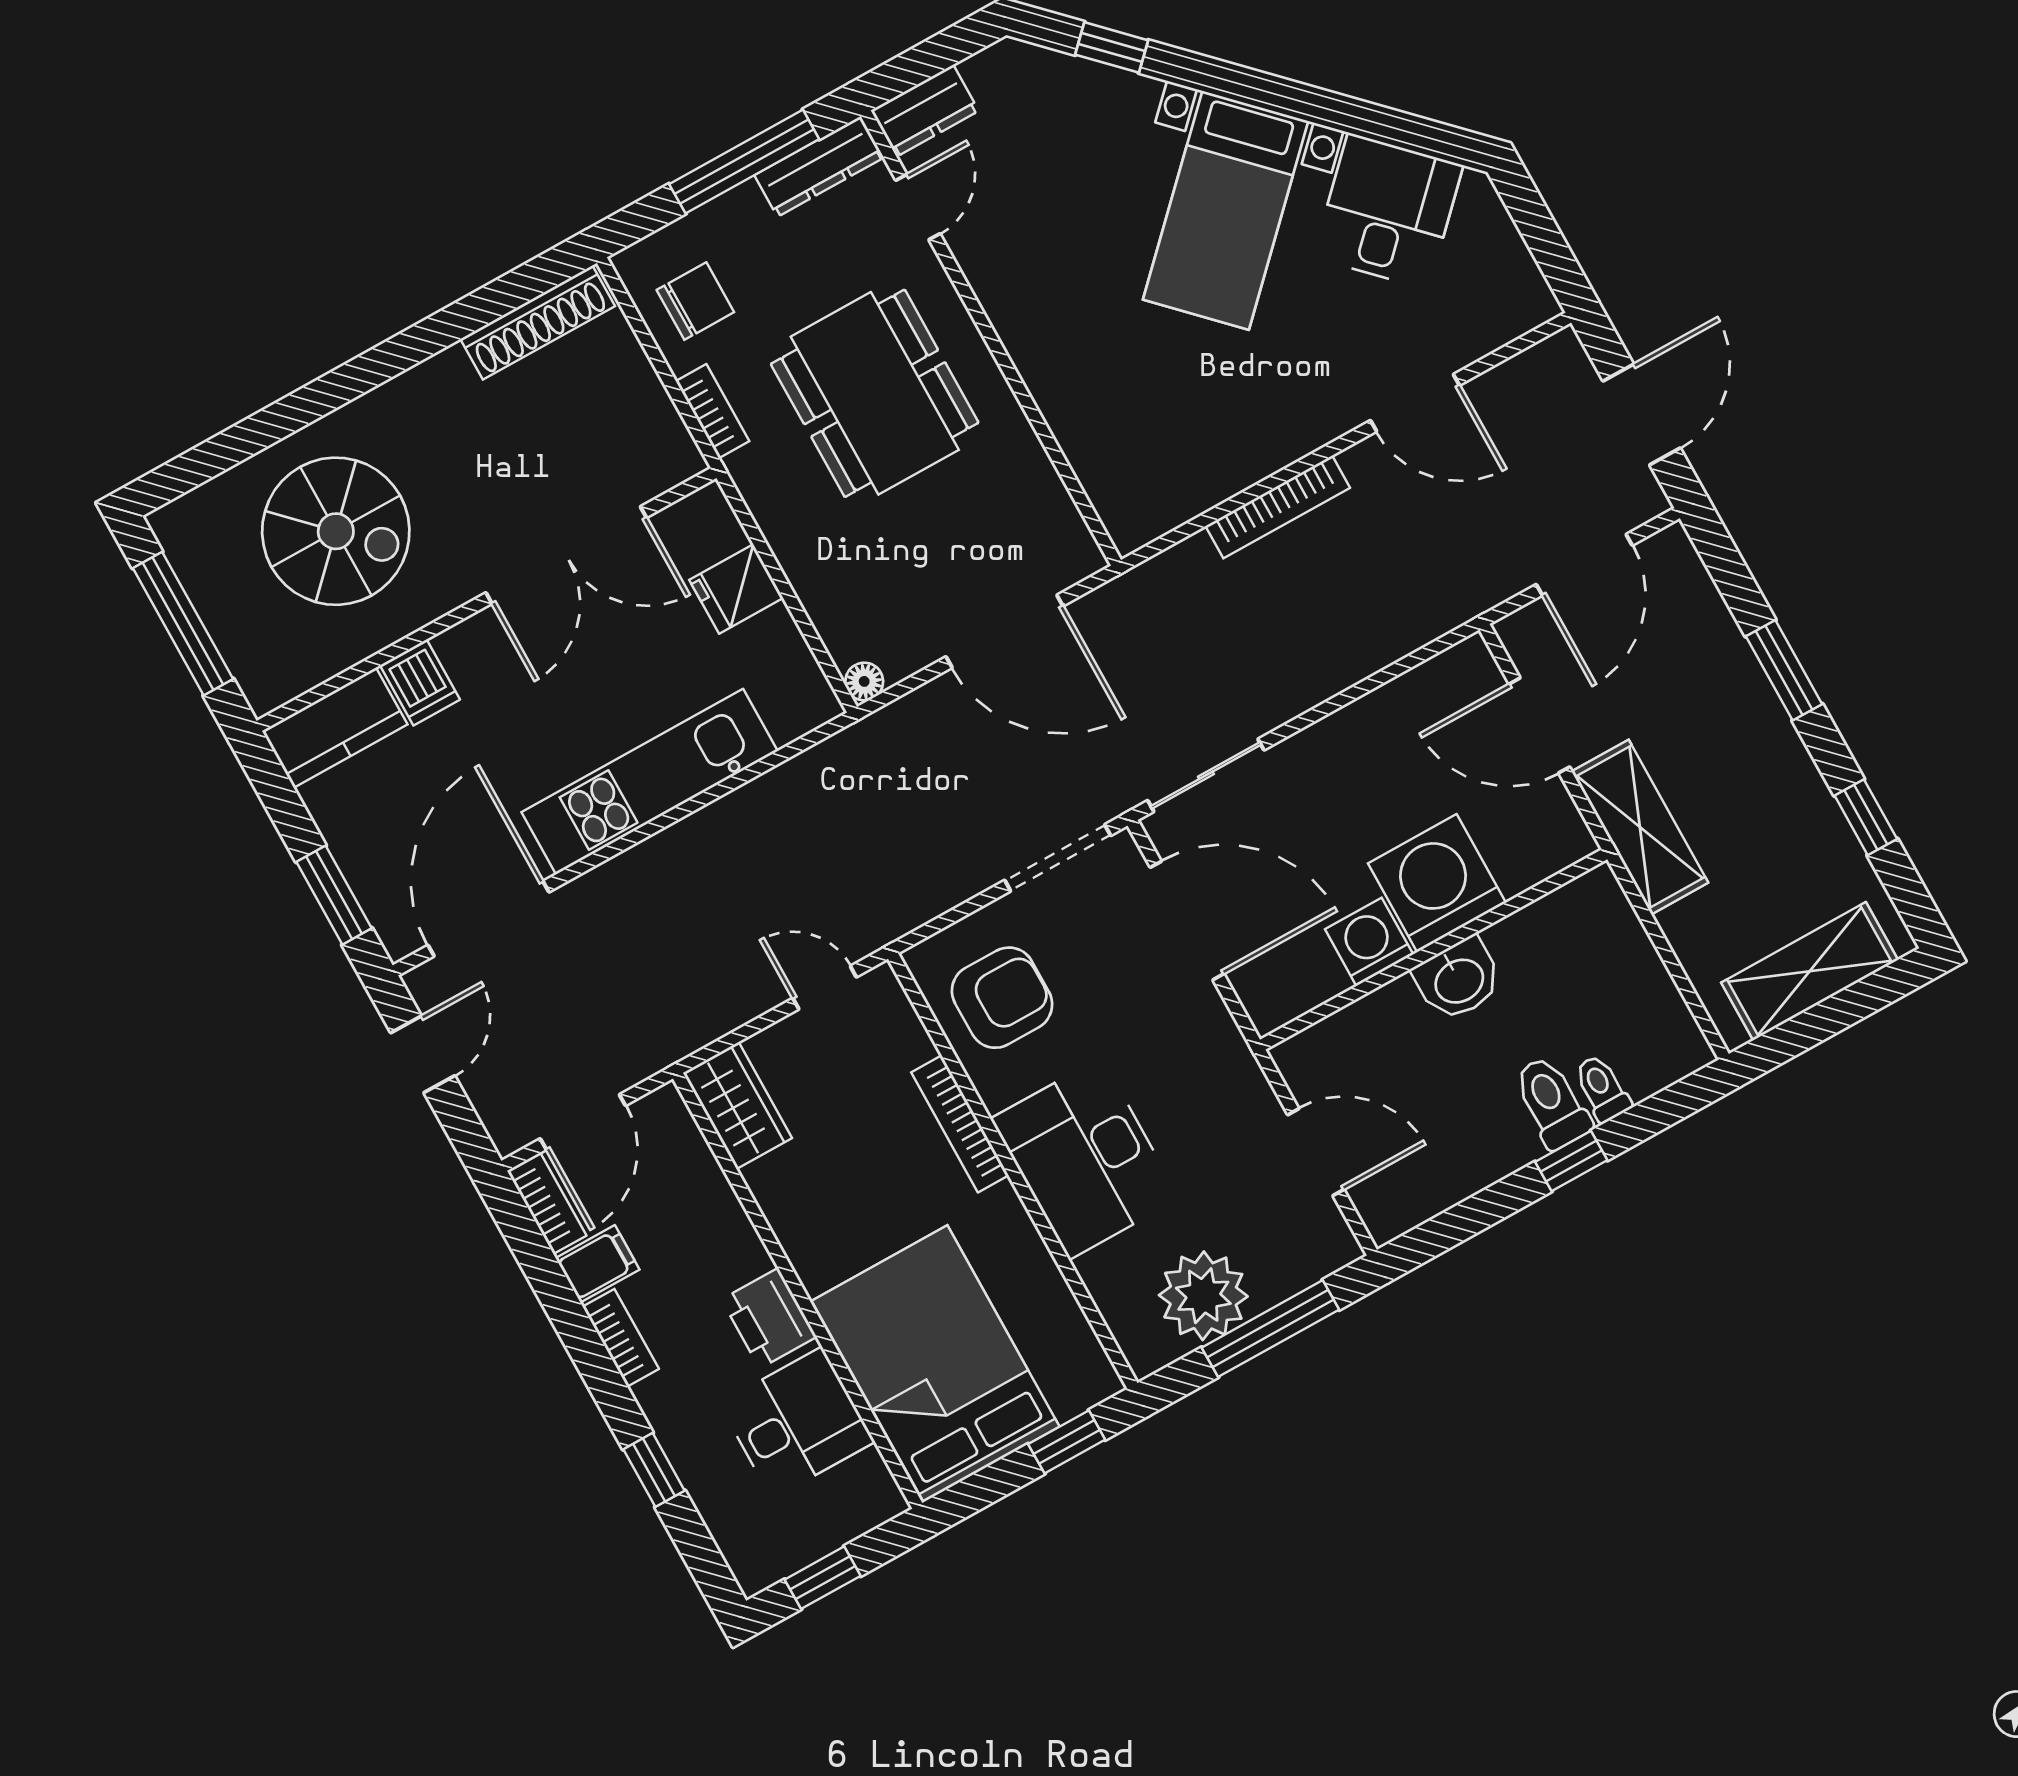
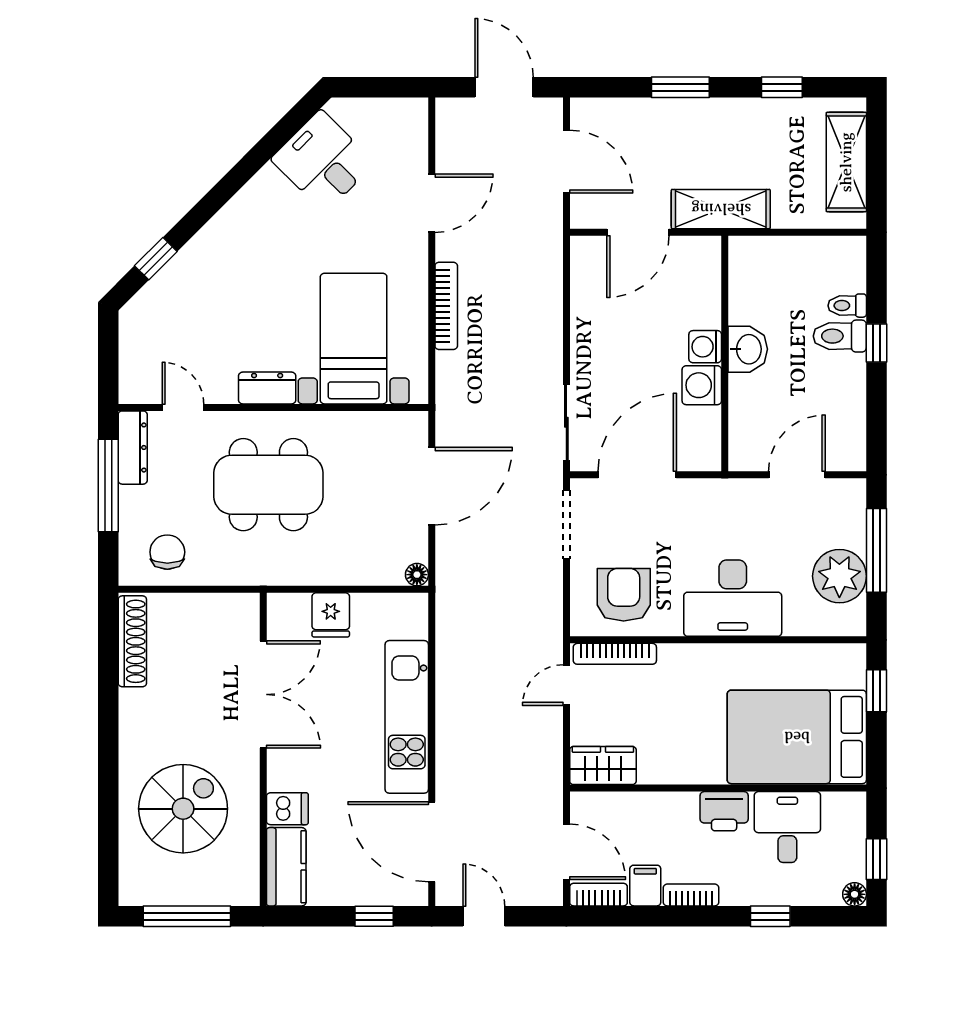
dresser: (925, 111) -> (267, 388), moved, turned -90
bed with nightstands: (1226, 210) -> (354, 339), moved, turned -135
bookcase: (712, 411) -> (230, 575), removed
washing machine: (1437, 883) -> (705, 347), width x0.53, depth x0.53
window: (334, 895) -> (374, 916), width x0.67
bookcase: (960, 1124) -> (615, 654), moved
floor lamp: (754, 1574) -> (855, 894), added

